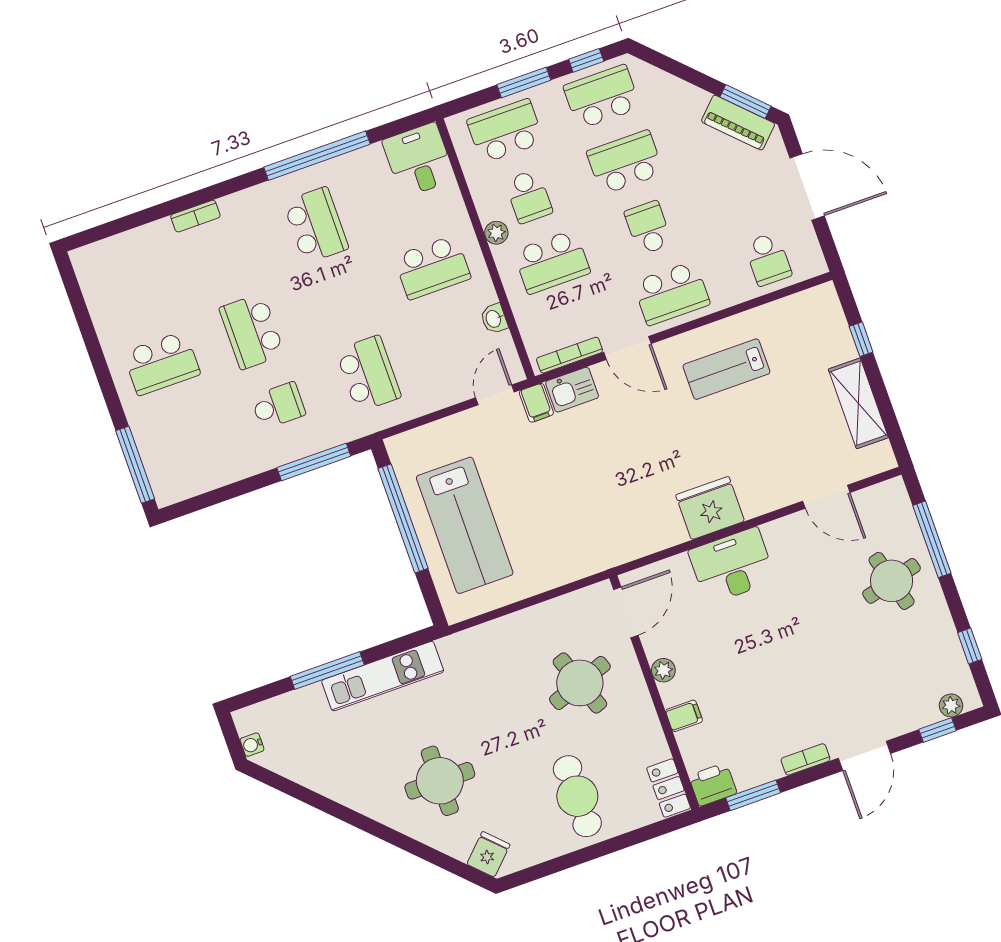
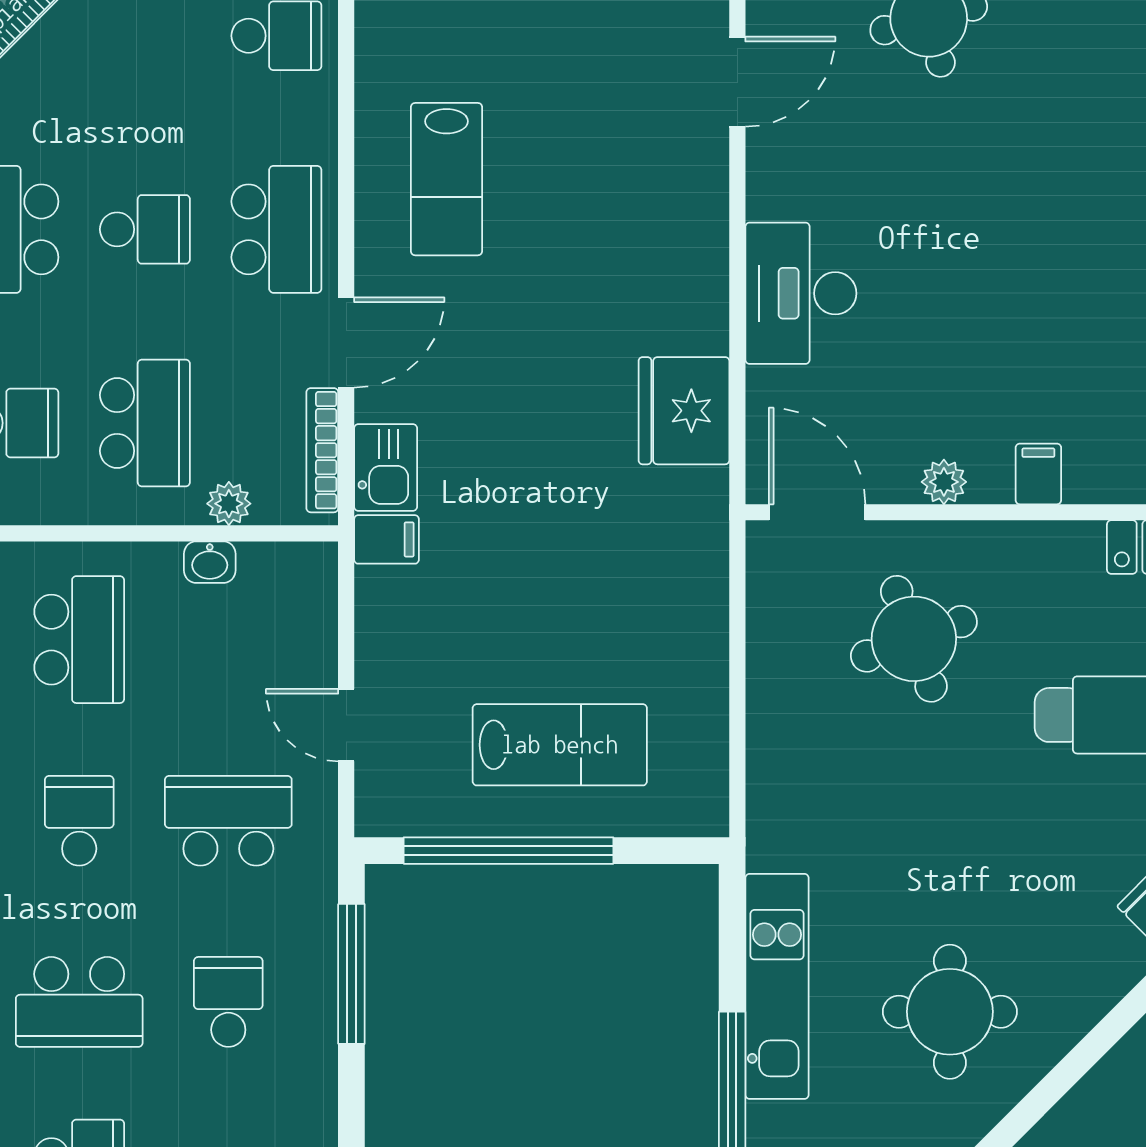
school desk: (648, 228) -> (145, 229), turned 180
plant: (496, 233) -> (229, 504), moved
school desk: (342, 299) -> (79, 821), added
door: (495, 395) -> (346, 725), moved
fridge: (710, 508) -> (684, 411), moved
lab bench: (465, 525) -> (560, 745), width x0.73, depth x0.72
round table: (440, 781) -> (950, 1012), moved

